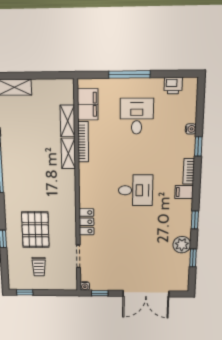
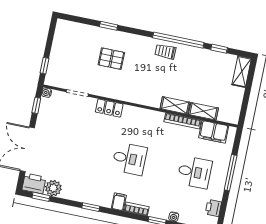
desk: (136, 190) -> (129, 159), turned -90
pallet: (35, 230) -> (111, 59), width x0.67, depth x0.71
plant: (182, 245) -> (53, 188), moved
window: (193, 258) -> (41, 197), moved
trolley: (39, 267) -> (165, 52), moved
printer: (180, 281) -> (34, 183), added
window: (25, 292) -> (45, 66), moved

